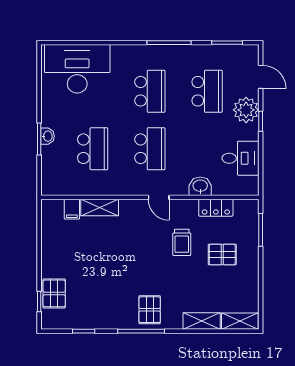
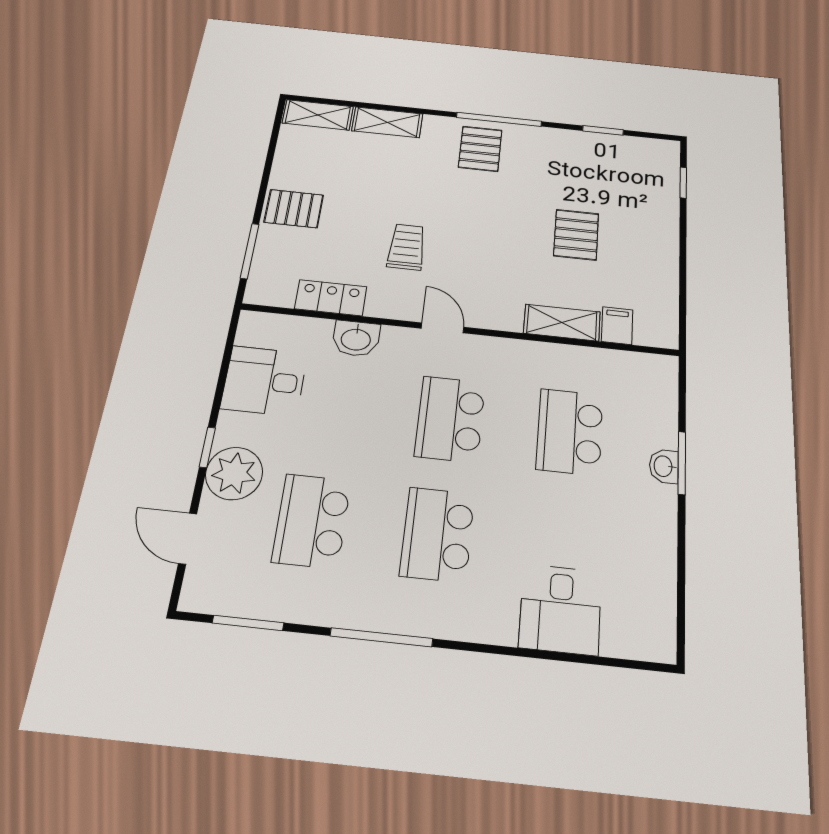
desk: (77, 69) -> (560, 609), width x0.53, depth x0.77
pallet: (222, 255) -> (294, 209), moved
pallet: (54, 293) -> (576, 235), moved

